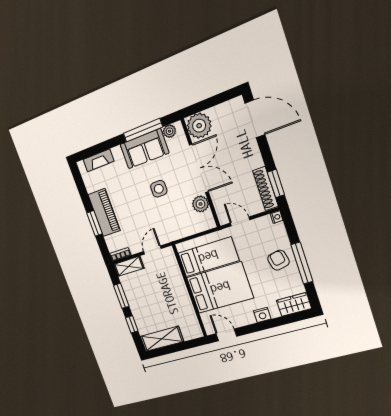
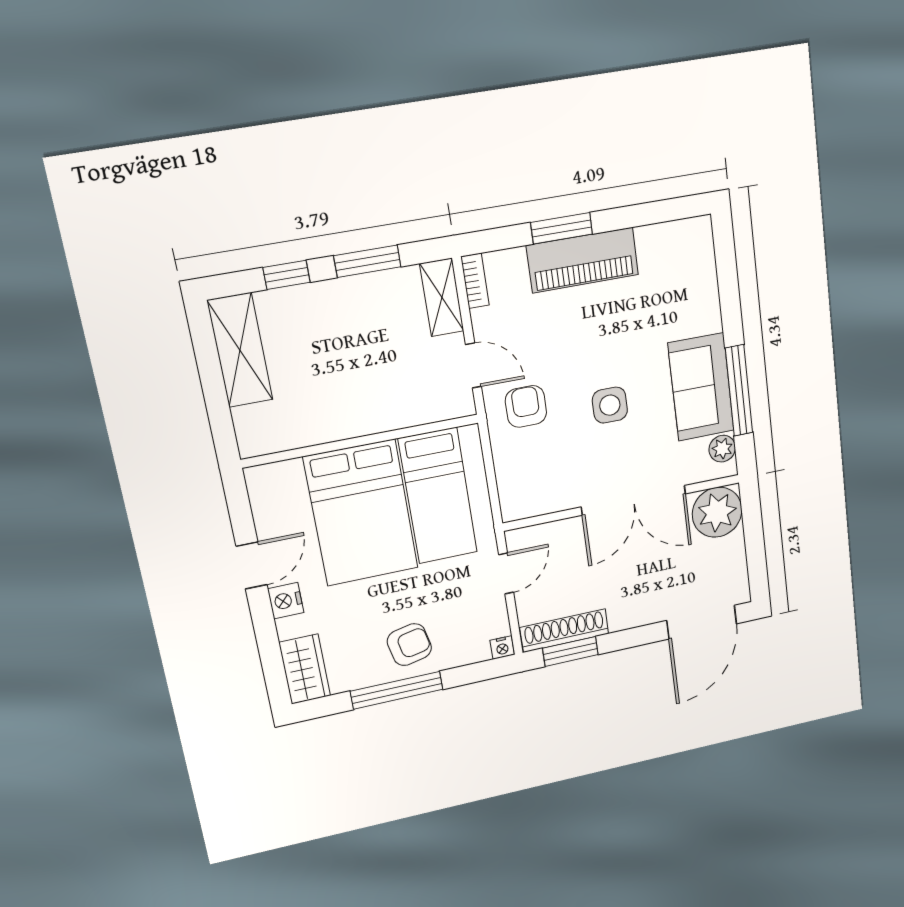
fireplace: (98, 160) -> (702, 272), removed
plant: (200, 204) -> (559, 494), removed
armchair: (165, 225) -> (526, 406), added
door: (226, 335) -> (252, 566), moved

